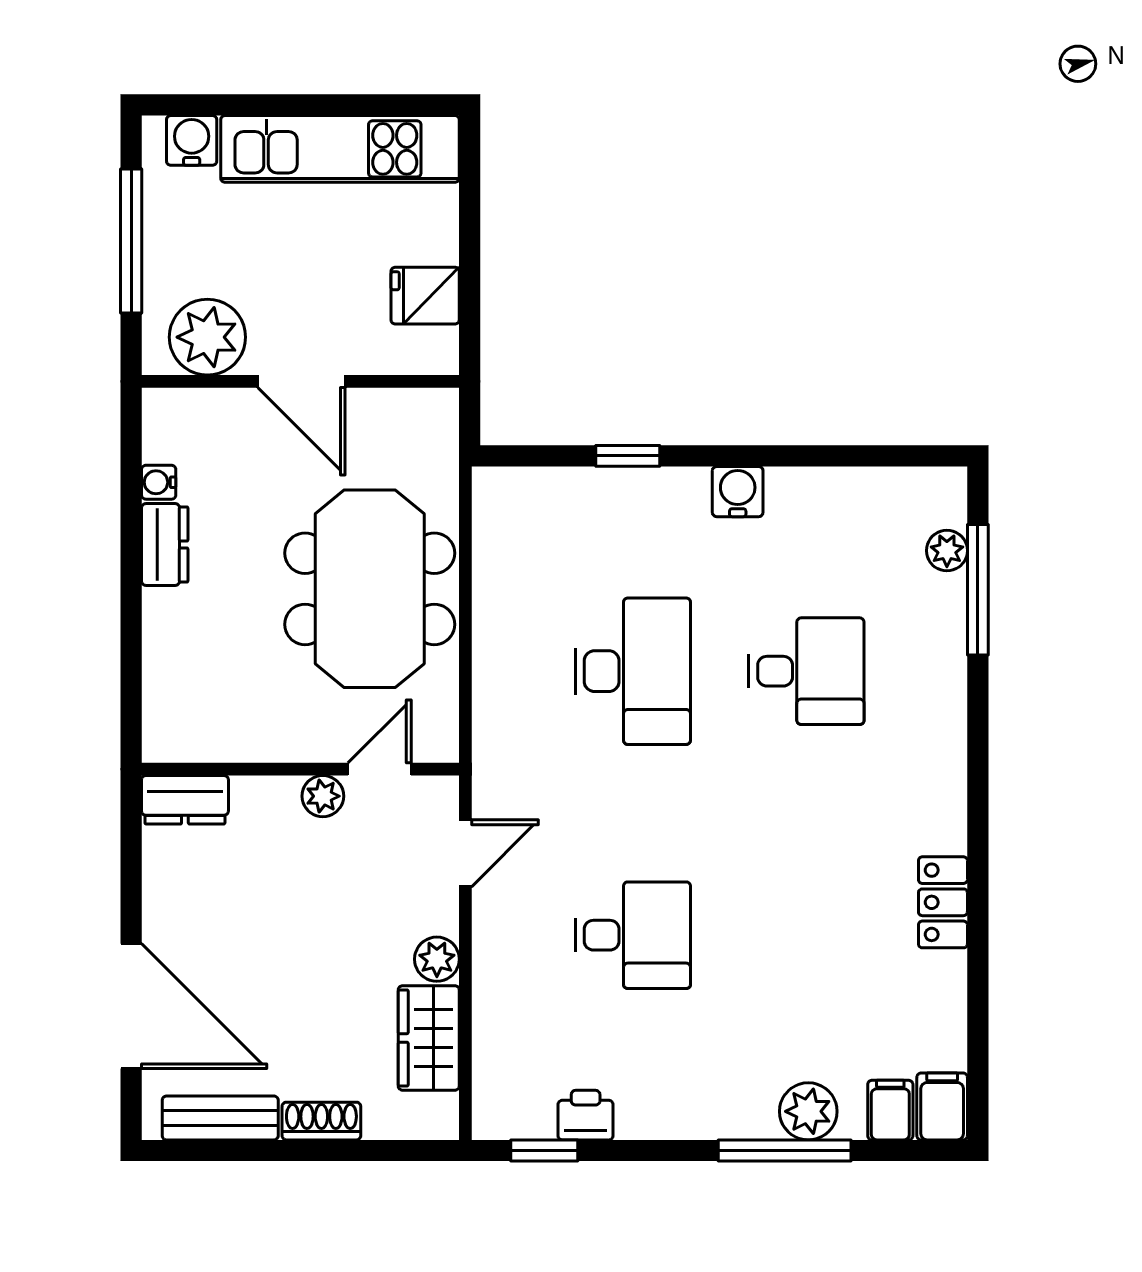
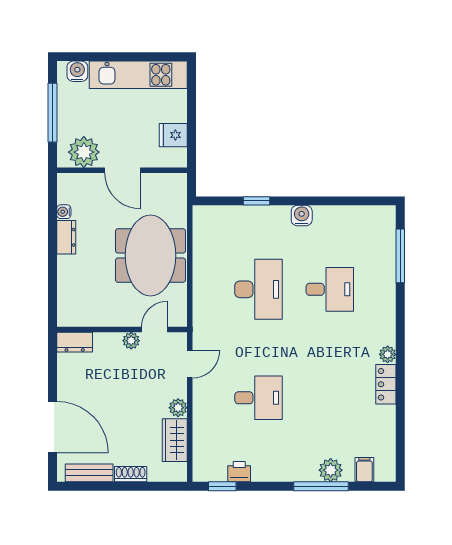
plant: (947, 551) -> (388, 354), moved
filing cabinet: (942, 1106) -> (386, 468), removed

